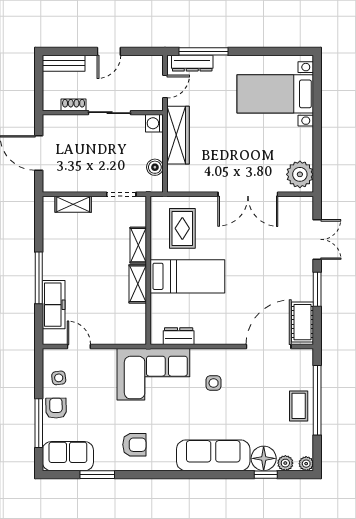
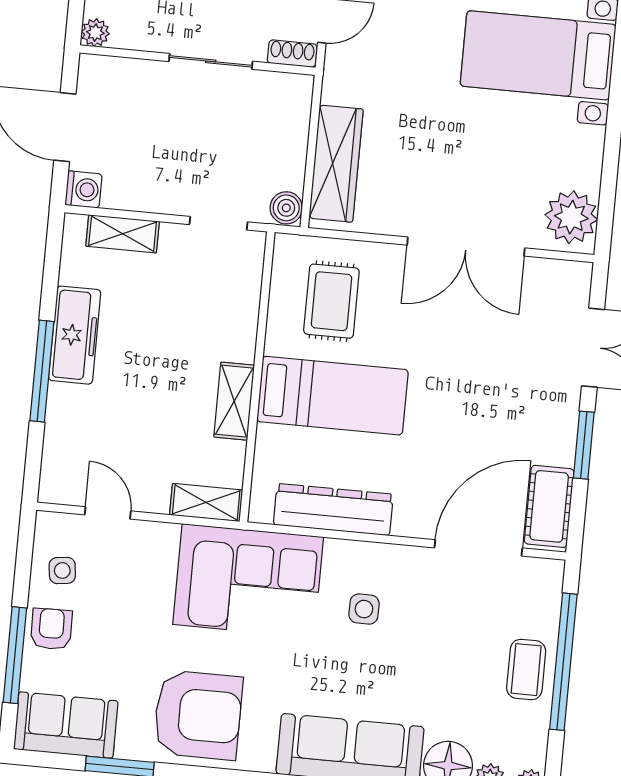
plant: (50, 104) -> (95, 33), added
shoe rack: (74, 105) -> (292, 54), moved
washing machine: (154, 123) -> (84, 189), moved, turned 180
wardrobe: (178, 135) -> (336, 164), moved
boiler: (155, 167) -> (286, 208), moved
shelving: (138, 245) -> (206, 502), moved, turned 90
freezer: (54, 305) -> (75, 335), moved
dresser: (179, 336) -> (333, 510), width x1.96, depth x1.24
armchair: (134, 445) -> (198, 715), width x1.88, depth x1.88

